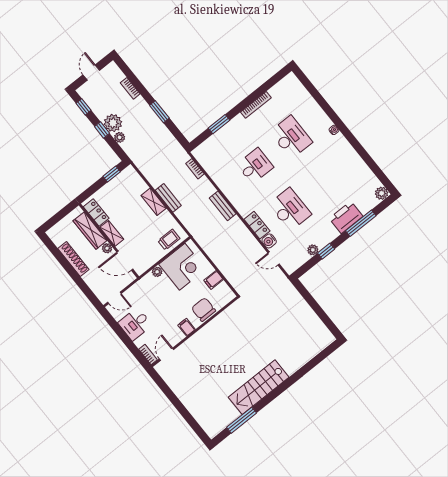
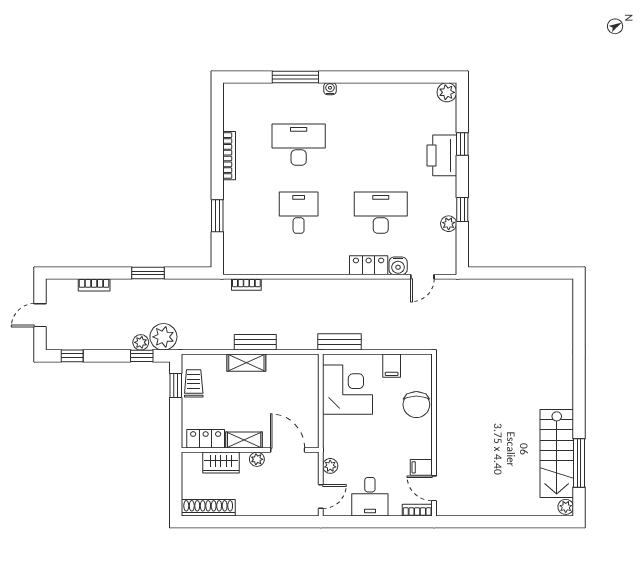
door: (91, 73) -> (40, 315), hinge flipped
window: (325, 107) -> (295, 77), added
plant: (113, 123) -> (163, 337), moved
window: (102, 130) -> (142, 356), moved
bench: (223, 206) -> (339, 342), moved
window: (361, 223) -> (462, 144), width x0.46
wardrobe: (90, 231) -> (221, 463), width x0.67
trolley: (169, 240) -> (194, 383), moved
shoe rack: (73, 259) -> (208, 508), moved
door: (125, 261) -> (288, 450), swing flipped
plant: (157, 272) -> (330, 466), moved
chair: (204, 309) -> (416, 405), turned -90
filing cabinet: (187, 327) -> (421, 467), moved
stairs: (259, 387) -> (557, 453), moved
plant: (213, 432) -> (566, 507), added

